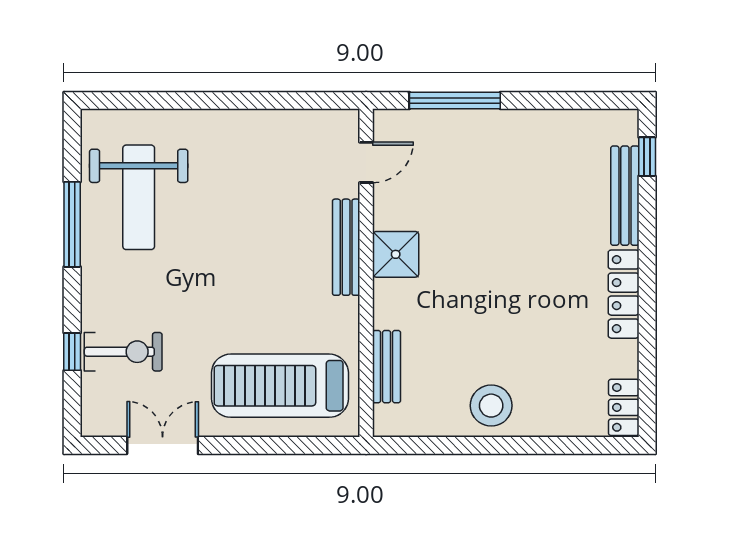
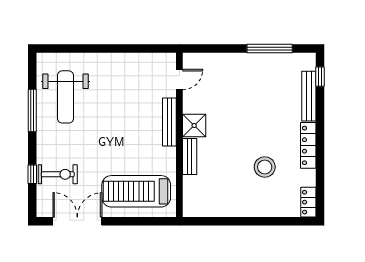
window: (455, 101) -> (270, 48), moved
bench: (387, 367) -> (190, 156), moved
stool: (491, 406) -> (265, 167), moved
double door: (163, 445) -> (77, 221), width x1.37

